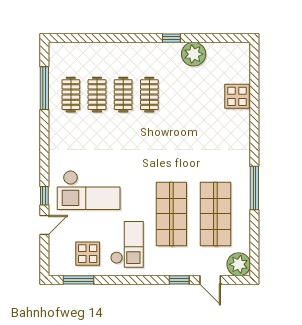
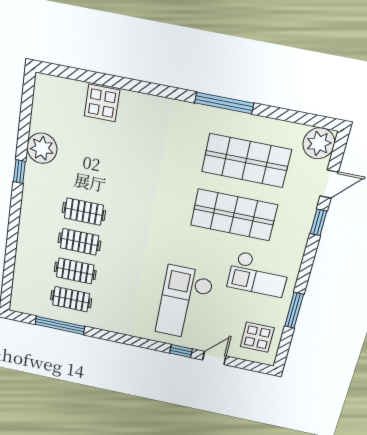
checkout: (89, 190) -> (184, 303), turned 180
door: (44, 225) -> (214, 358), hinge flipped
checkout: (127, 244) -> (259, 274), turned 180
display table: (88, 254) -> (257, 337), moved
window: (78, 280) -> (294, 310), moved

